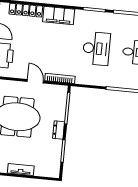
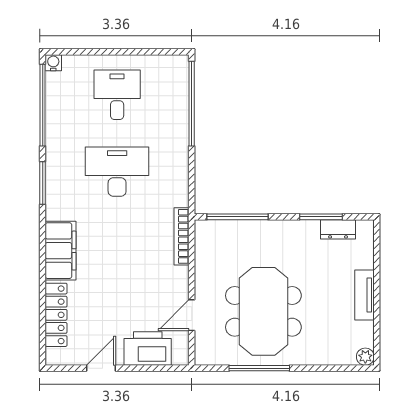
door: (35, 81) -> (192, 315), moved
dresser: (59, 130) -> (338, 229), moved

